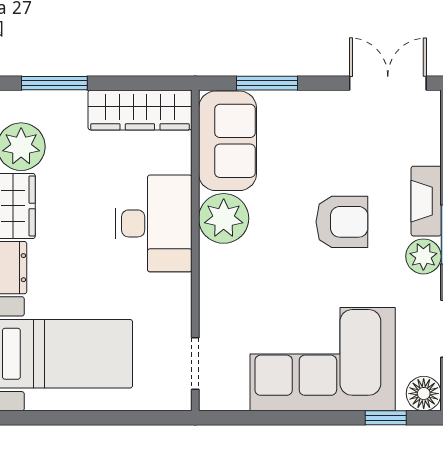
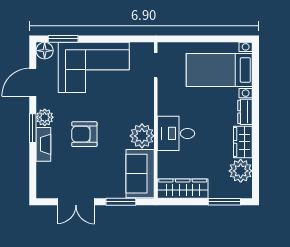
double door: (388, 83) -> (76, 202), moved
desk: (154, 223) -> (176, 133), width x0.73
window: (386, 418) -> (63, 39), width x1.50

